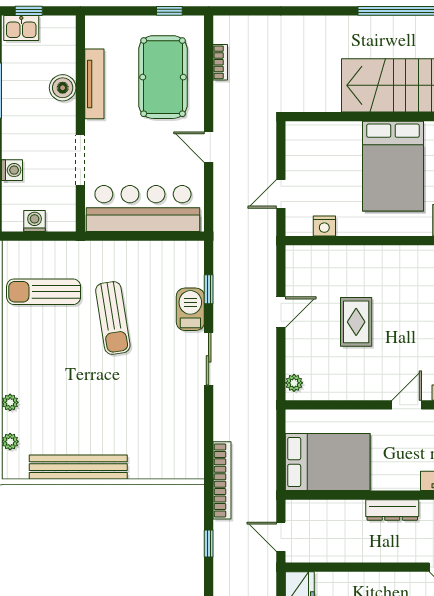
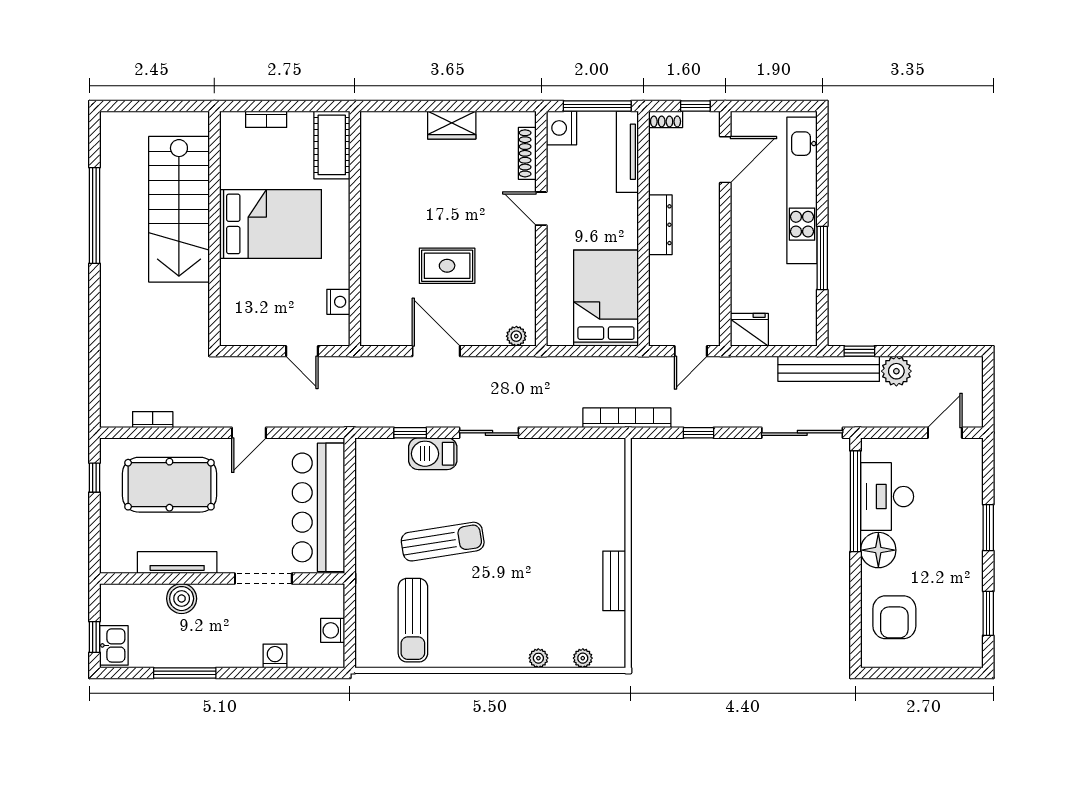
door: (281, 312) -> (436, 351), width x1.38
bench: (78, 467) -> (614, 581), width x0.54, depth x0.82

